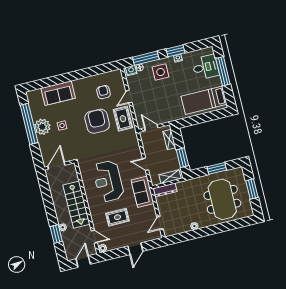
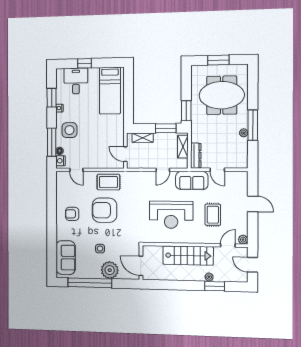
window: (175, 51) -> (52, 98), moved
window: (223, 71) -> (84, 63), width x0.46
armchair: (104, 92) -> (72, 214), moved
sofa: (58, 93) -> (66, 258), moved
door: (129, 97) -> (76, 170), moved
plant: (42, 127) -> (110, 270), moved
door: (151, 128) -> (125, 154), hinge flipped
window: (217, 168) -> (186, 111), moved
door: (160, 223) -> (217, 170), moved
window: (203, 232) -> (253, 125), added

